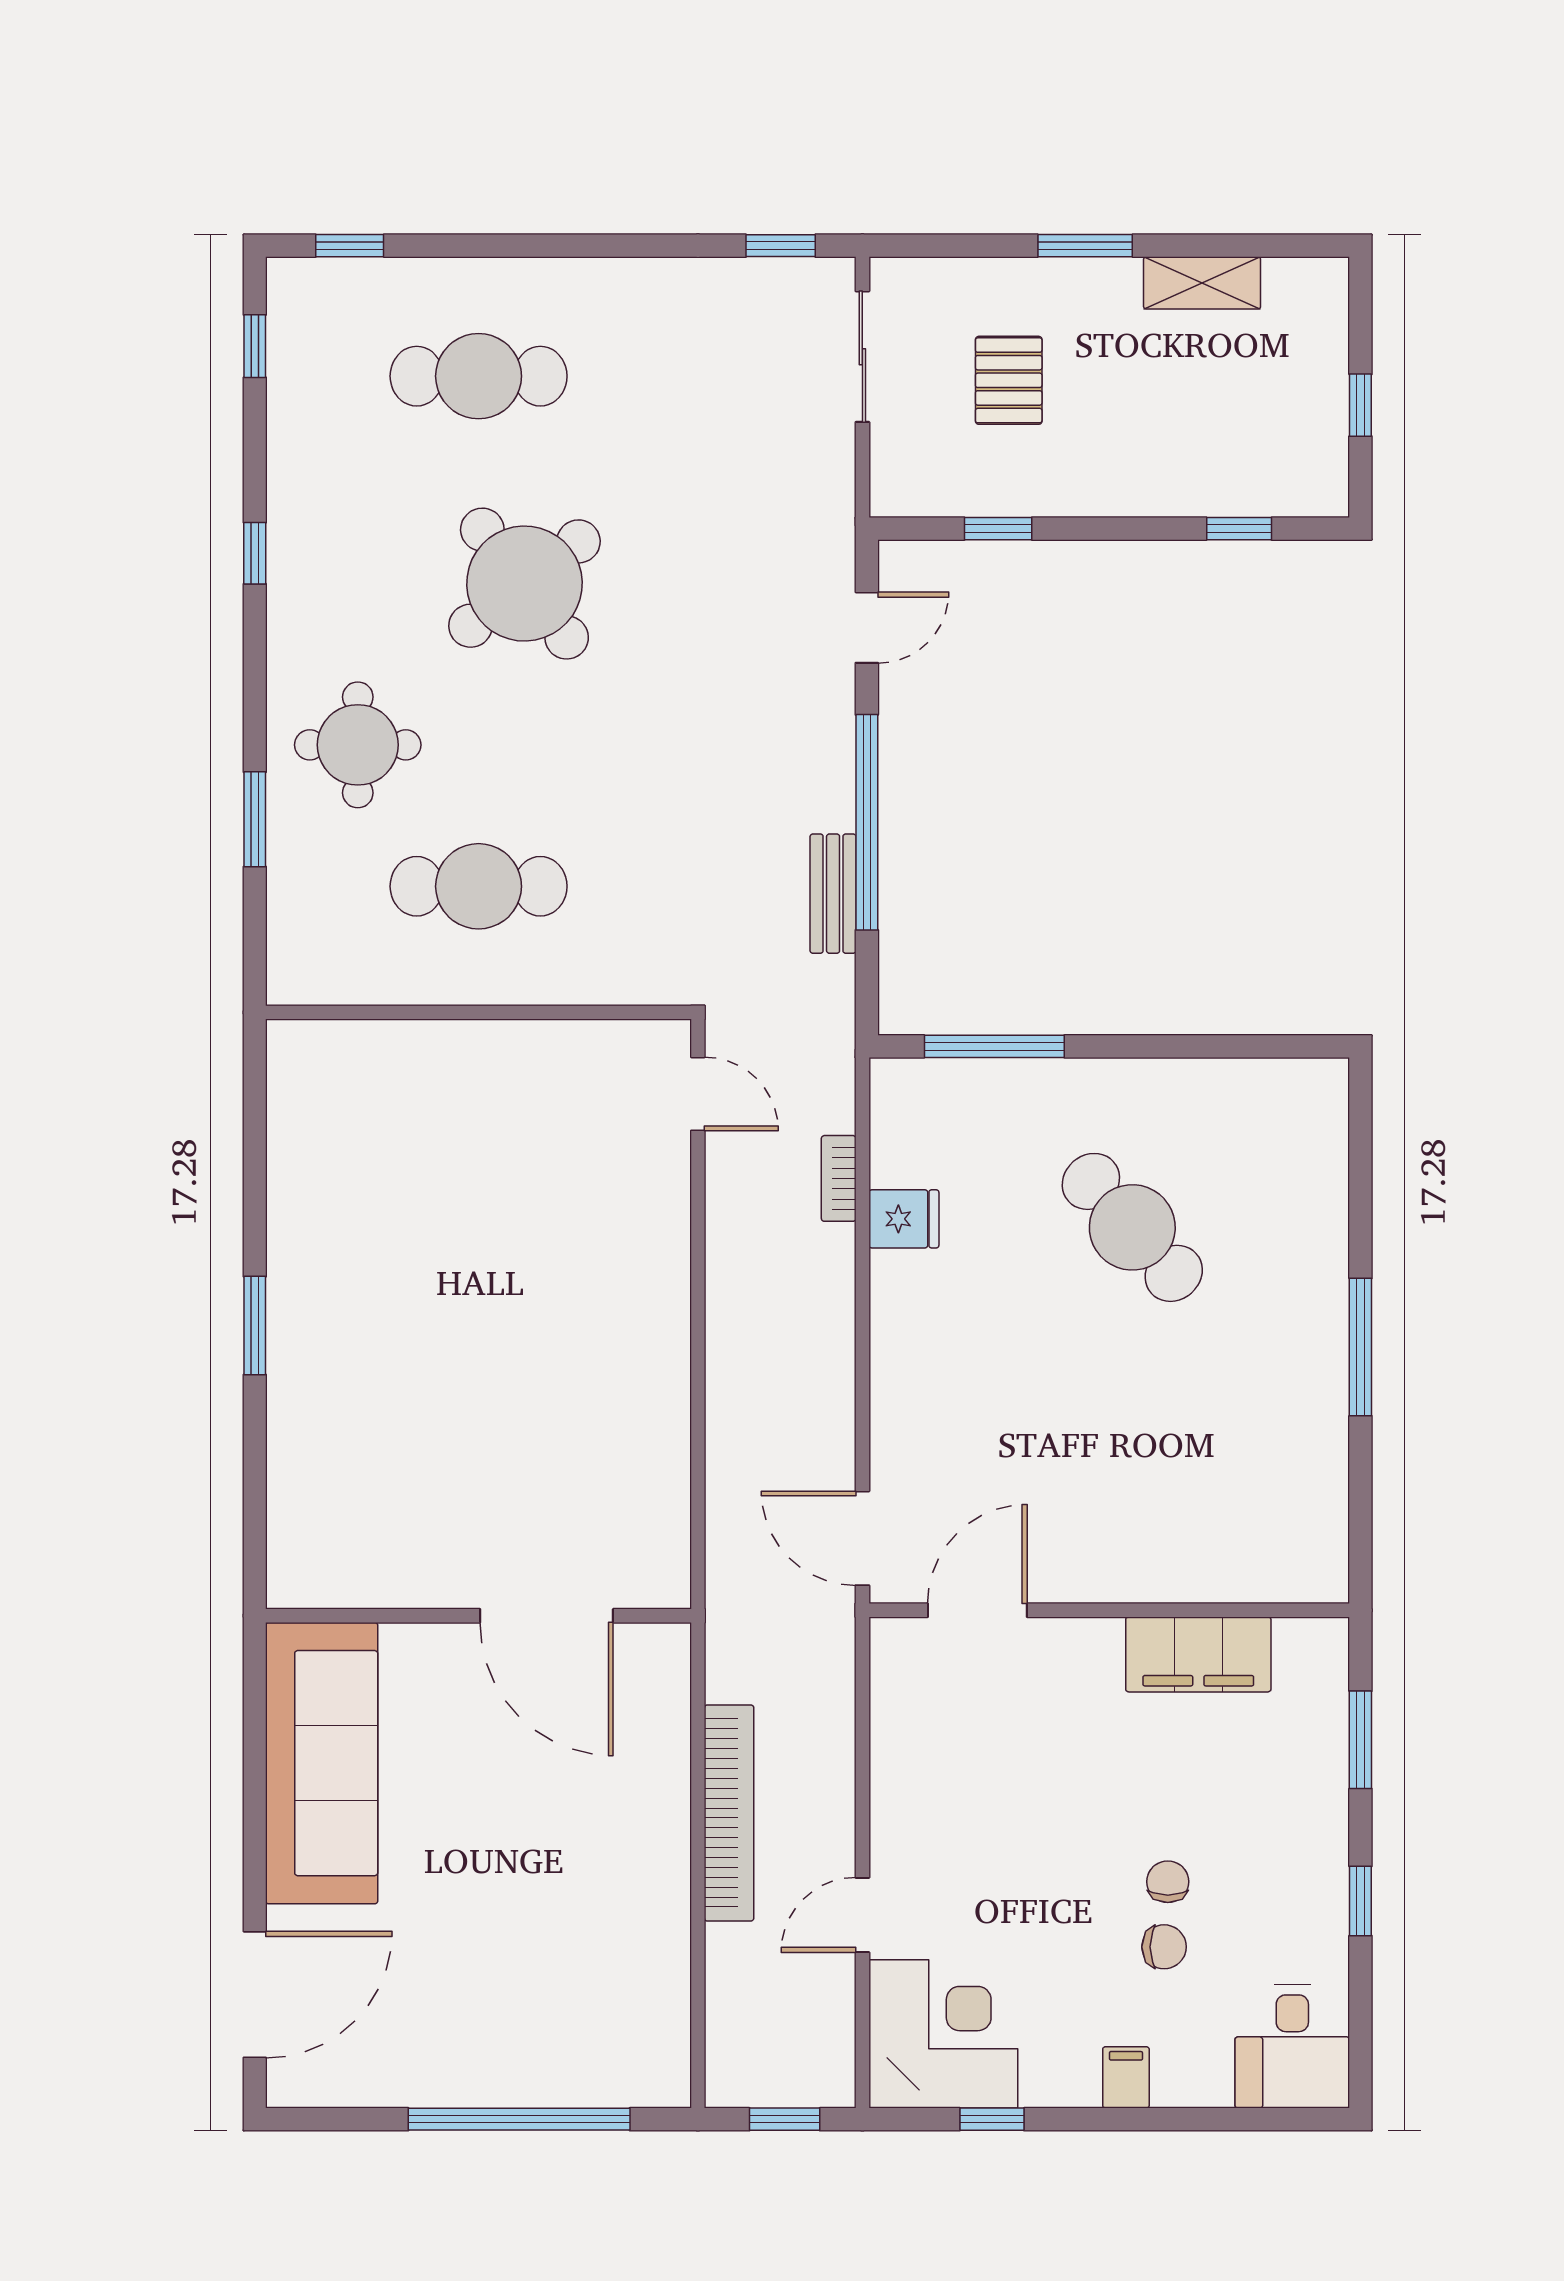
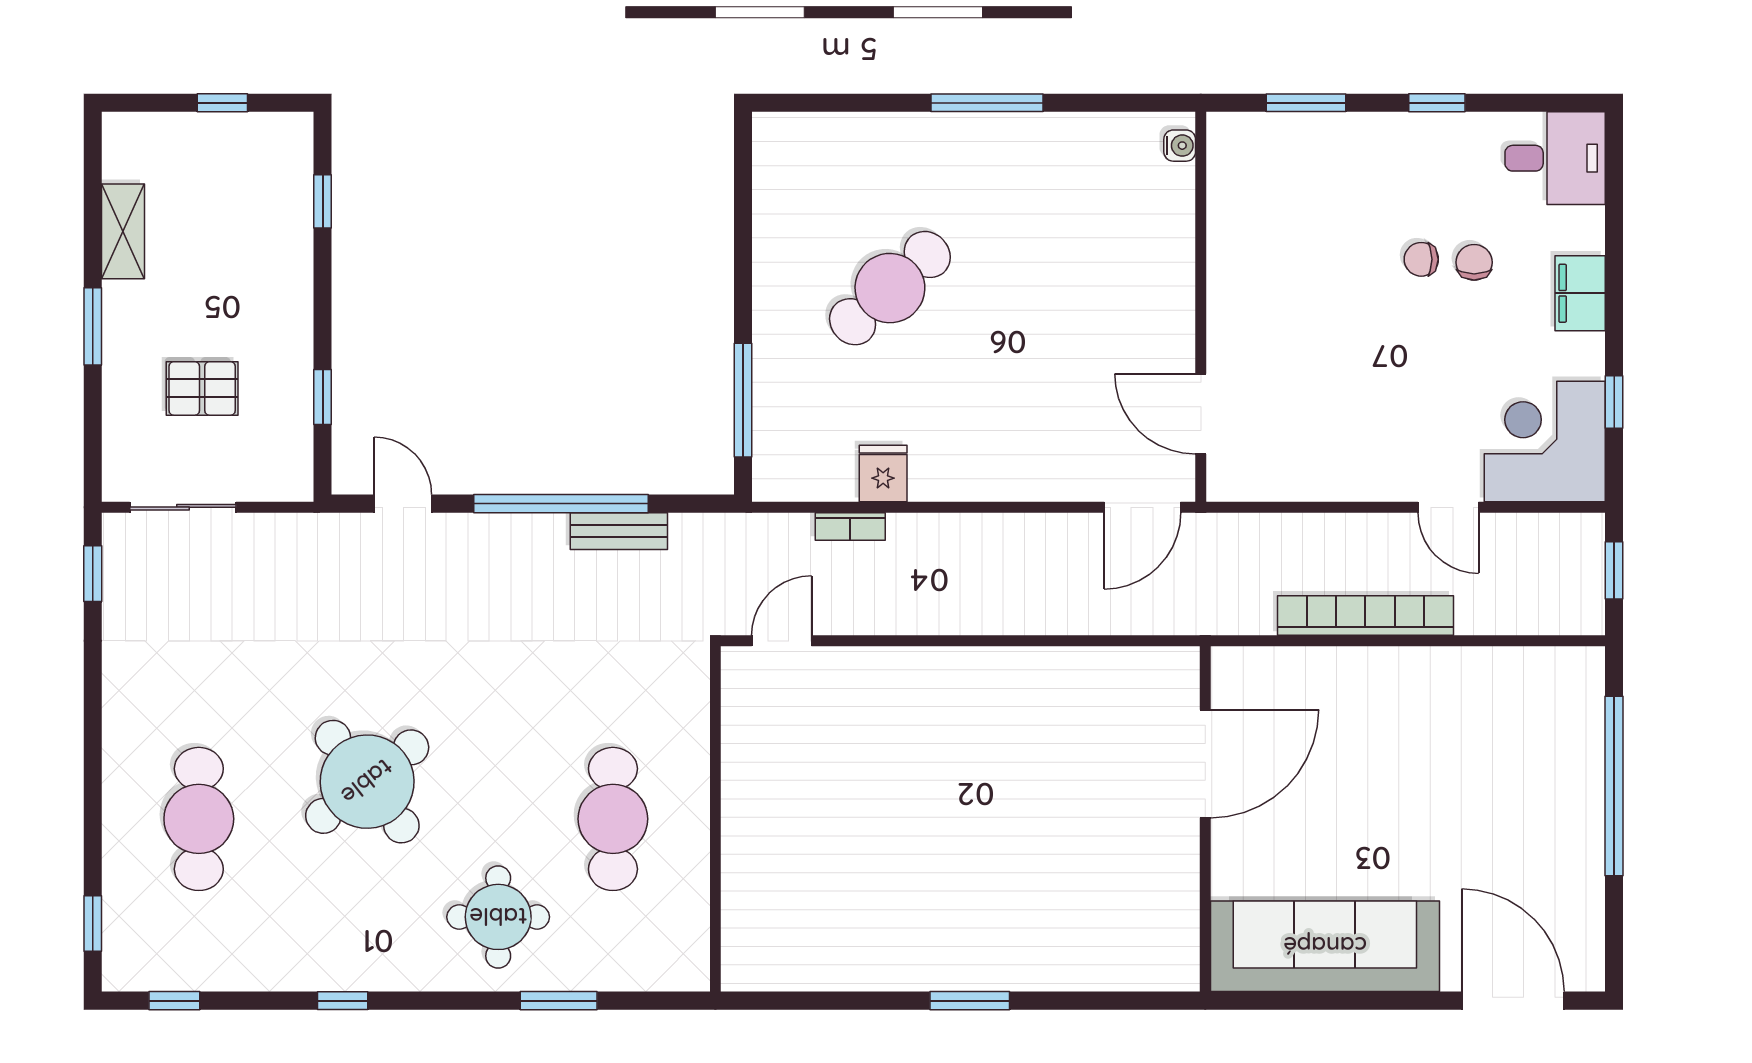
water cooler: (1308, 1584) -> (1180, 146), added
filing cabinet: (1198, 1654) -> (1237, 234), removed
filing cabinet: (1126, 2077) -> (1580, 293), width x2.00

